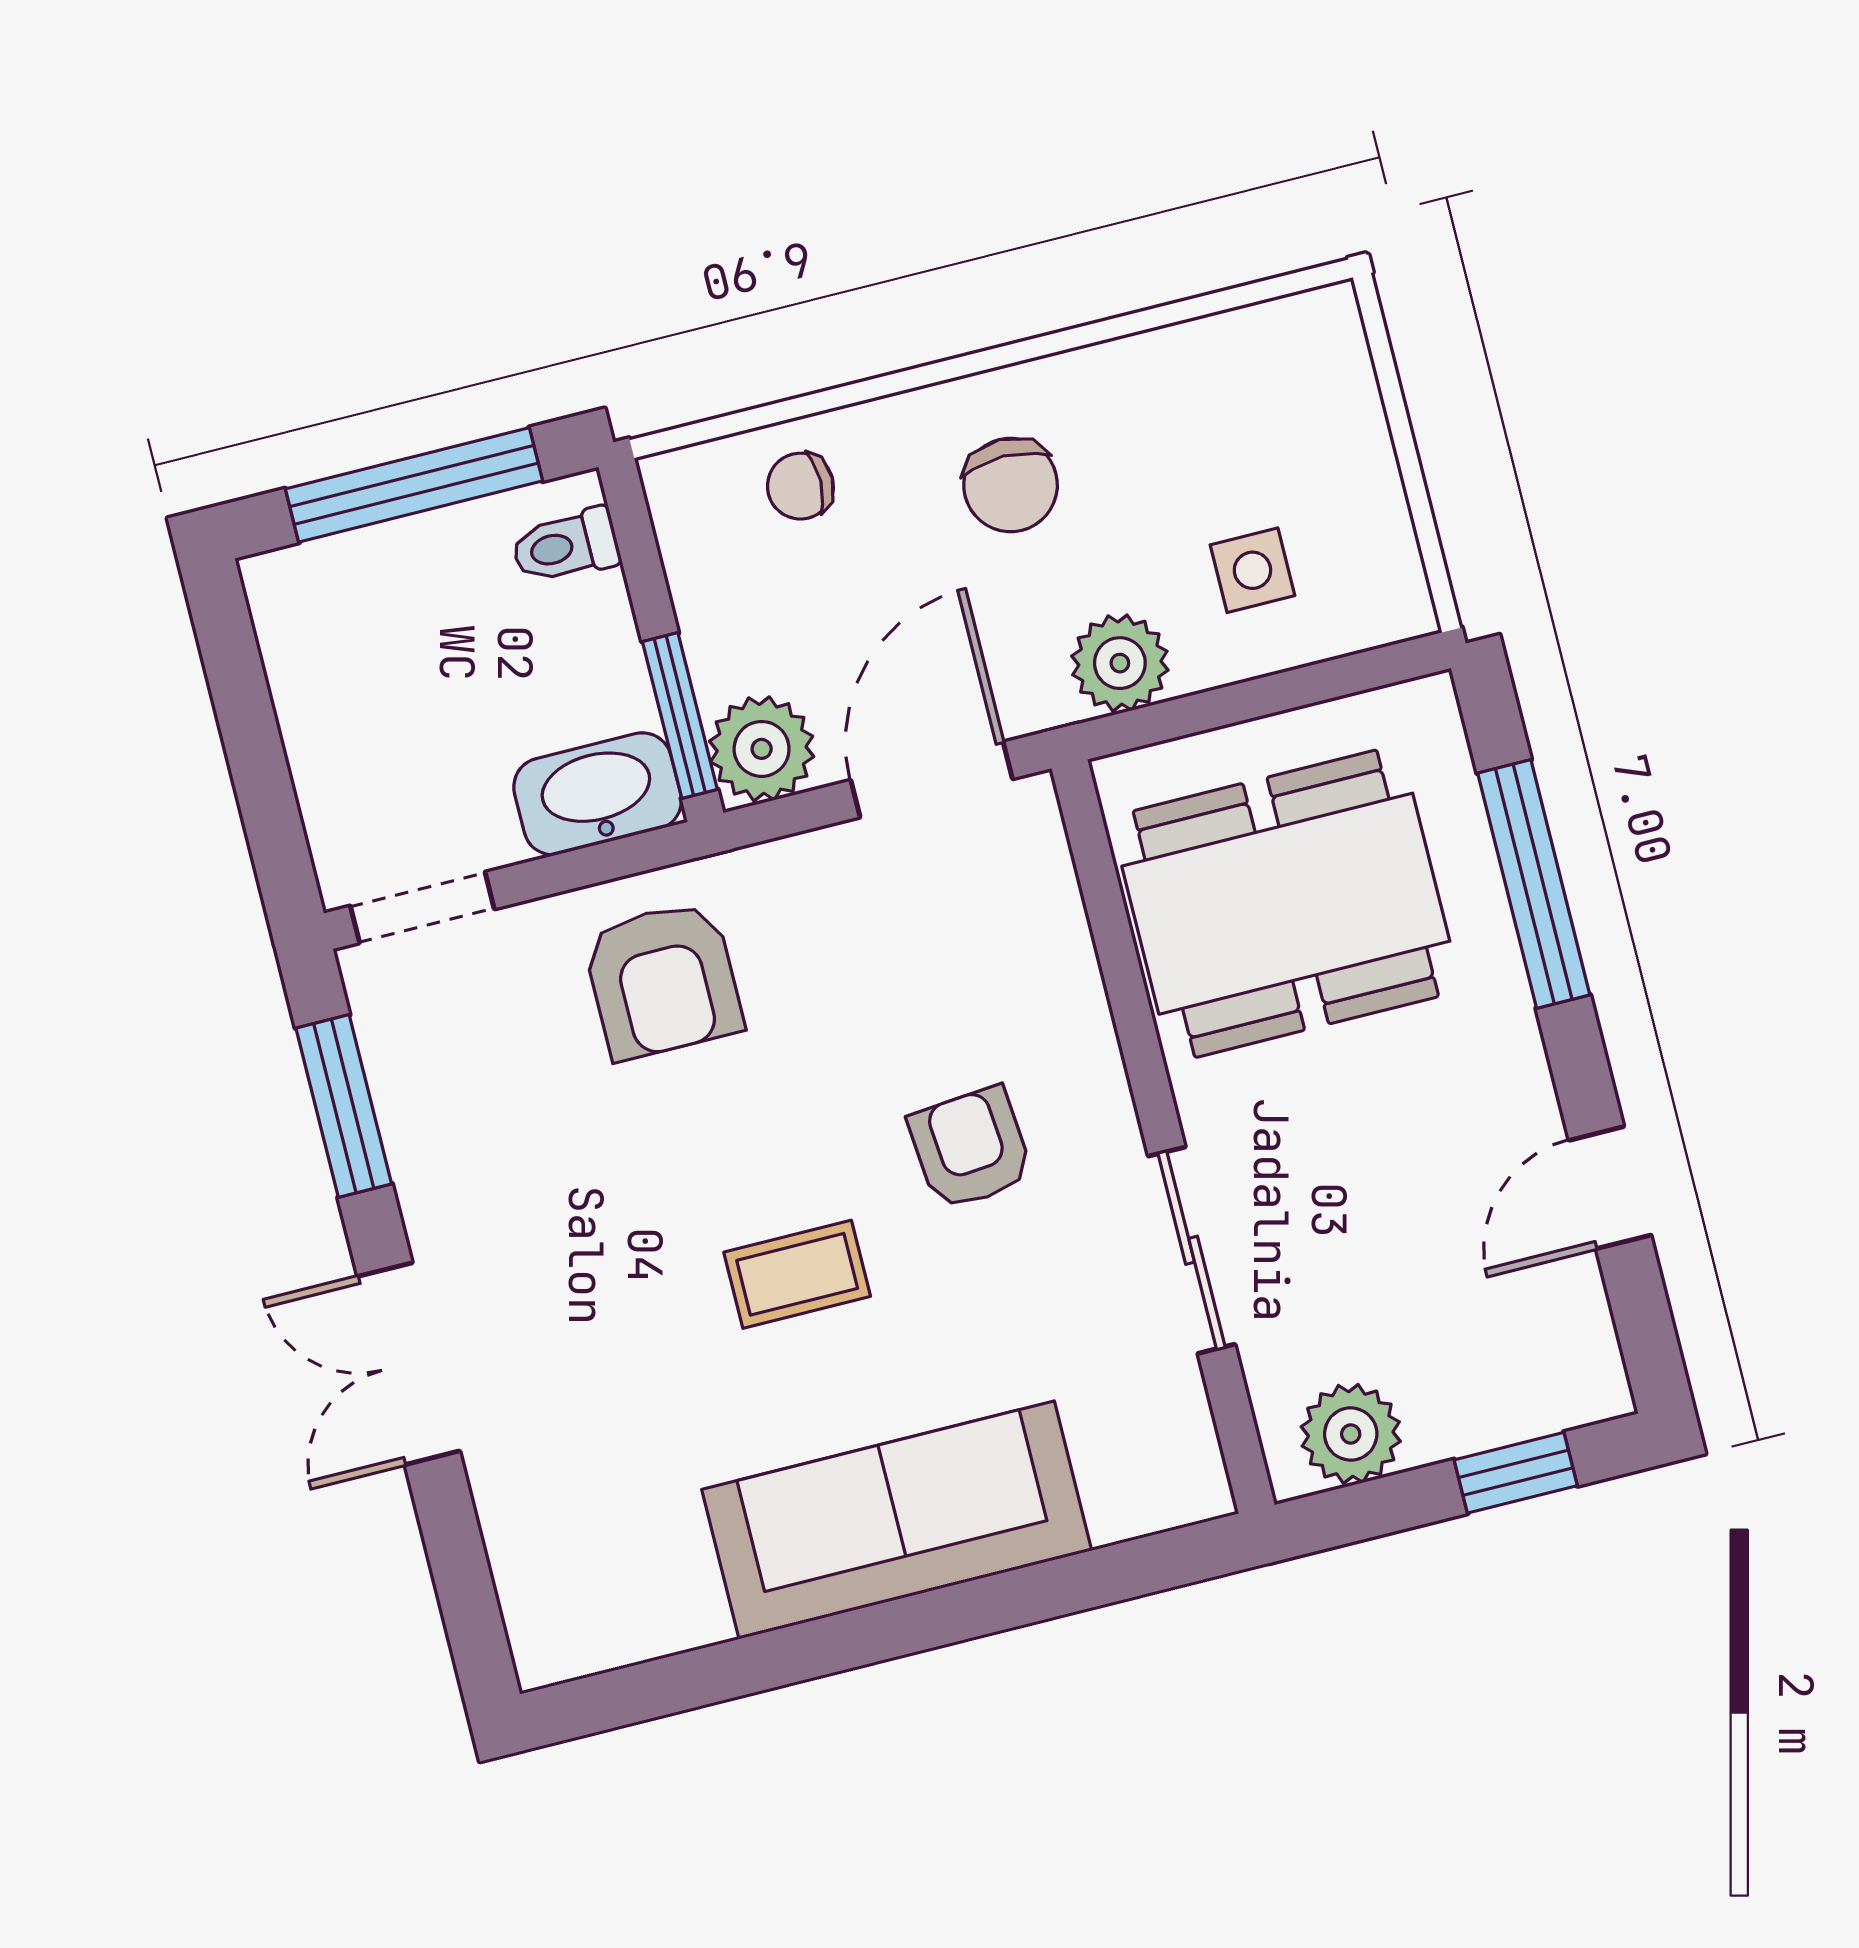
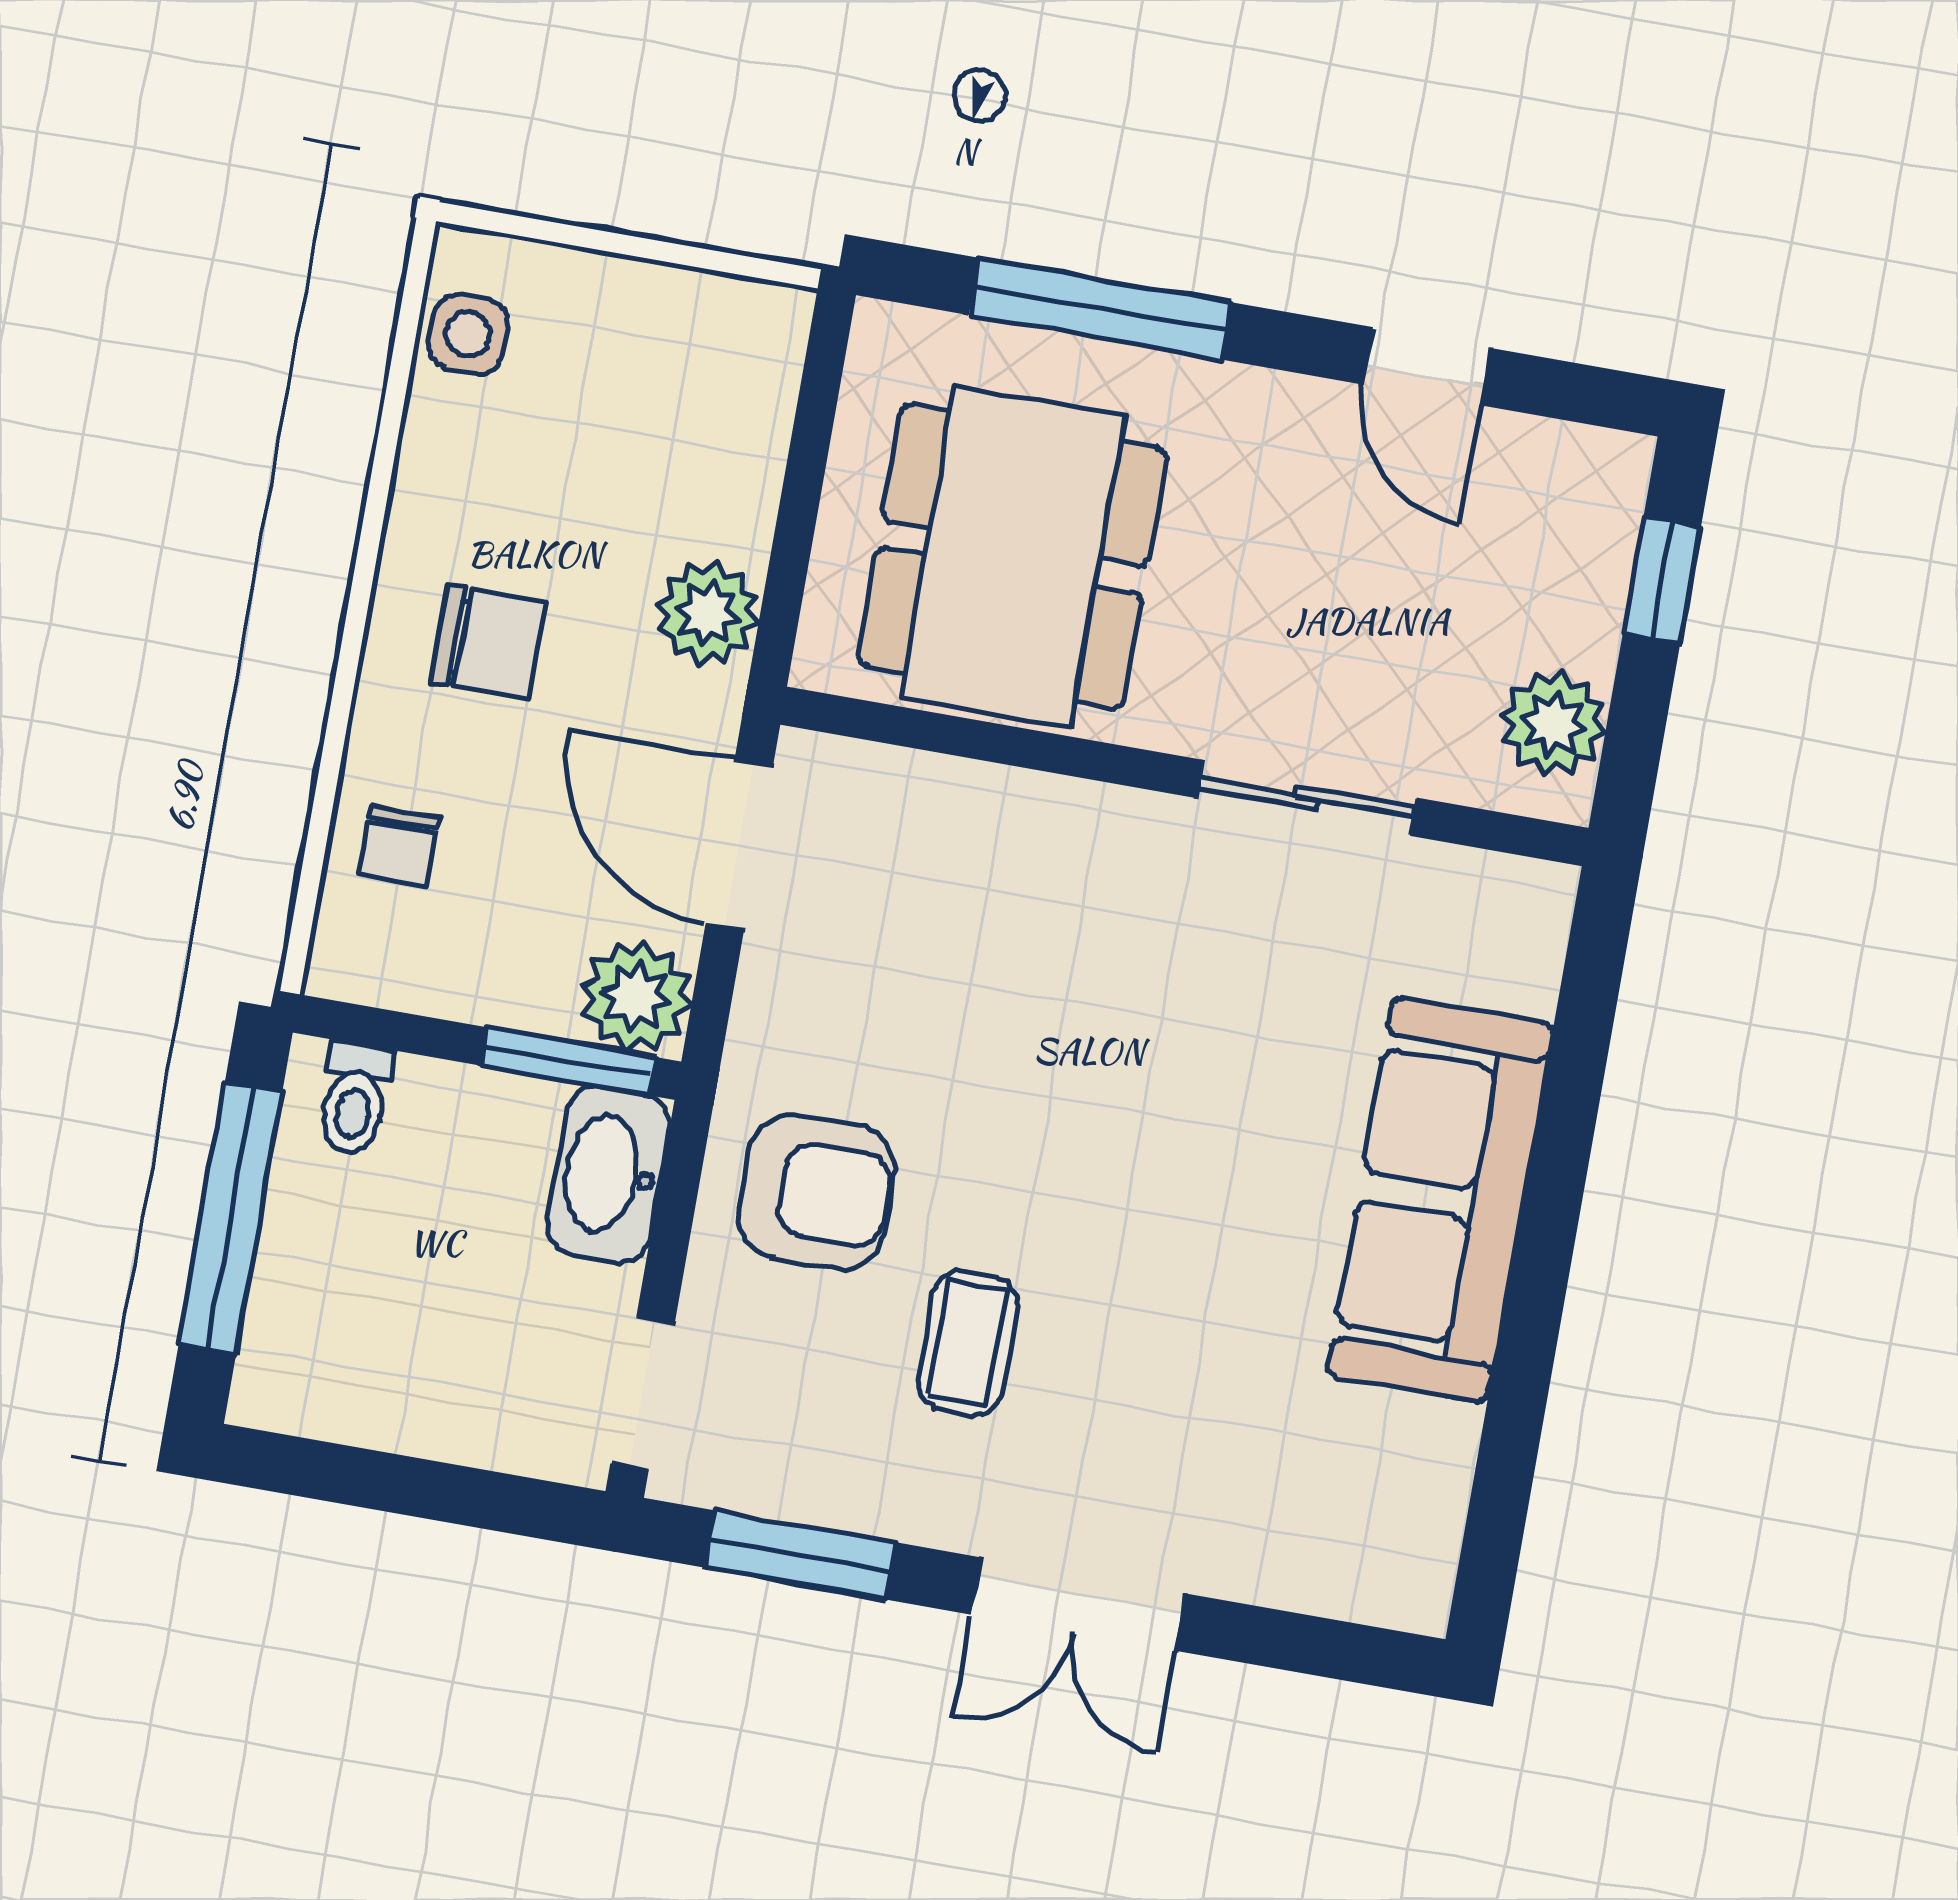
side table: (1252, 570) -> (468, 334), moved
armchair: (971, 1148) -> (1112, 967), removed
coffee table: (797, 1274) -> (968, 1343), moved

